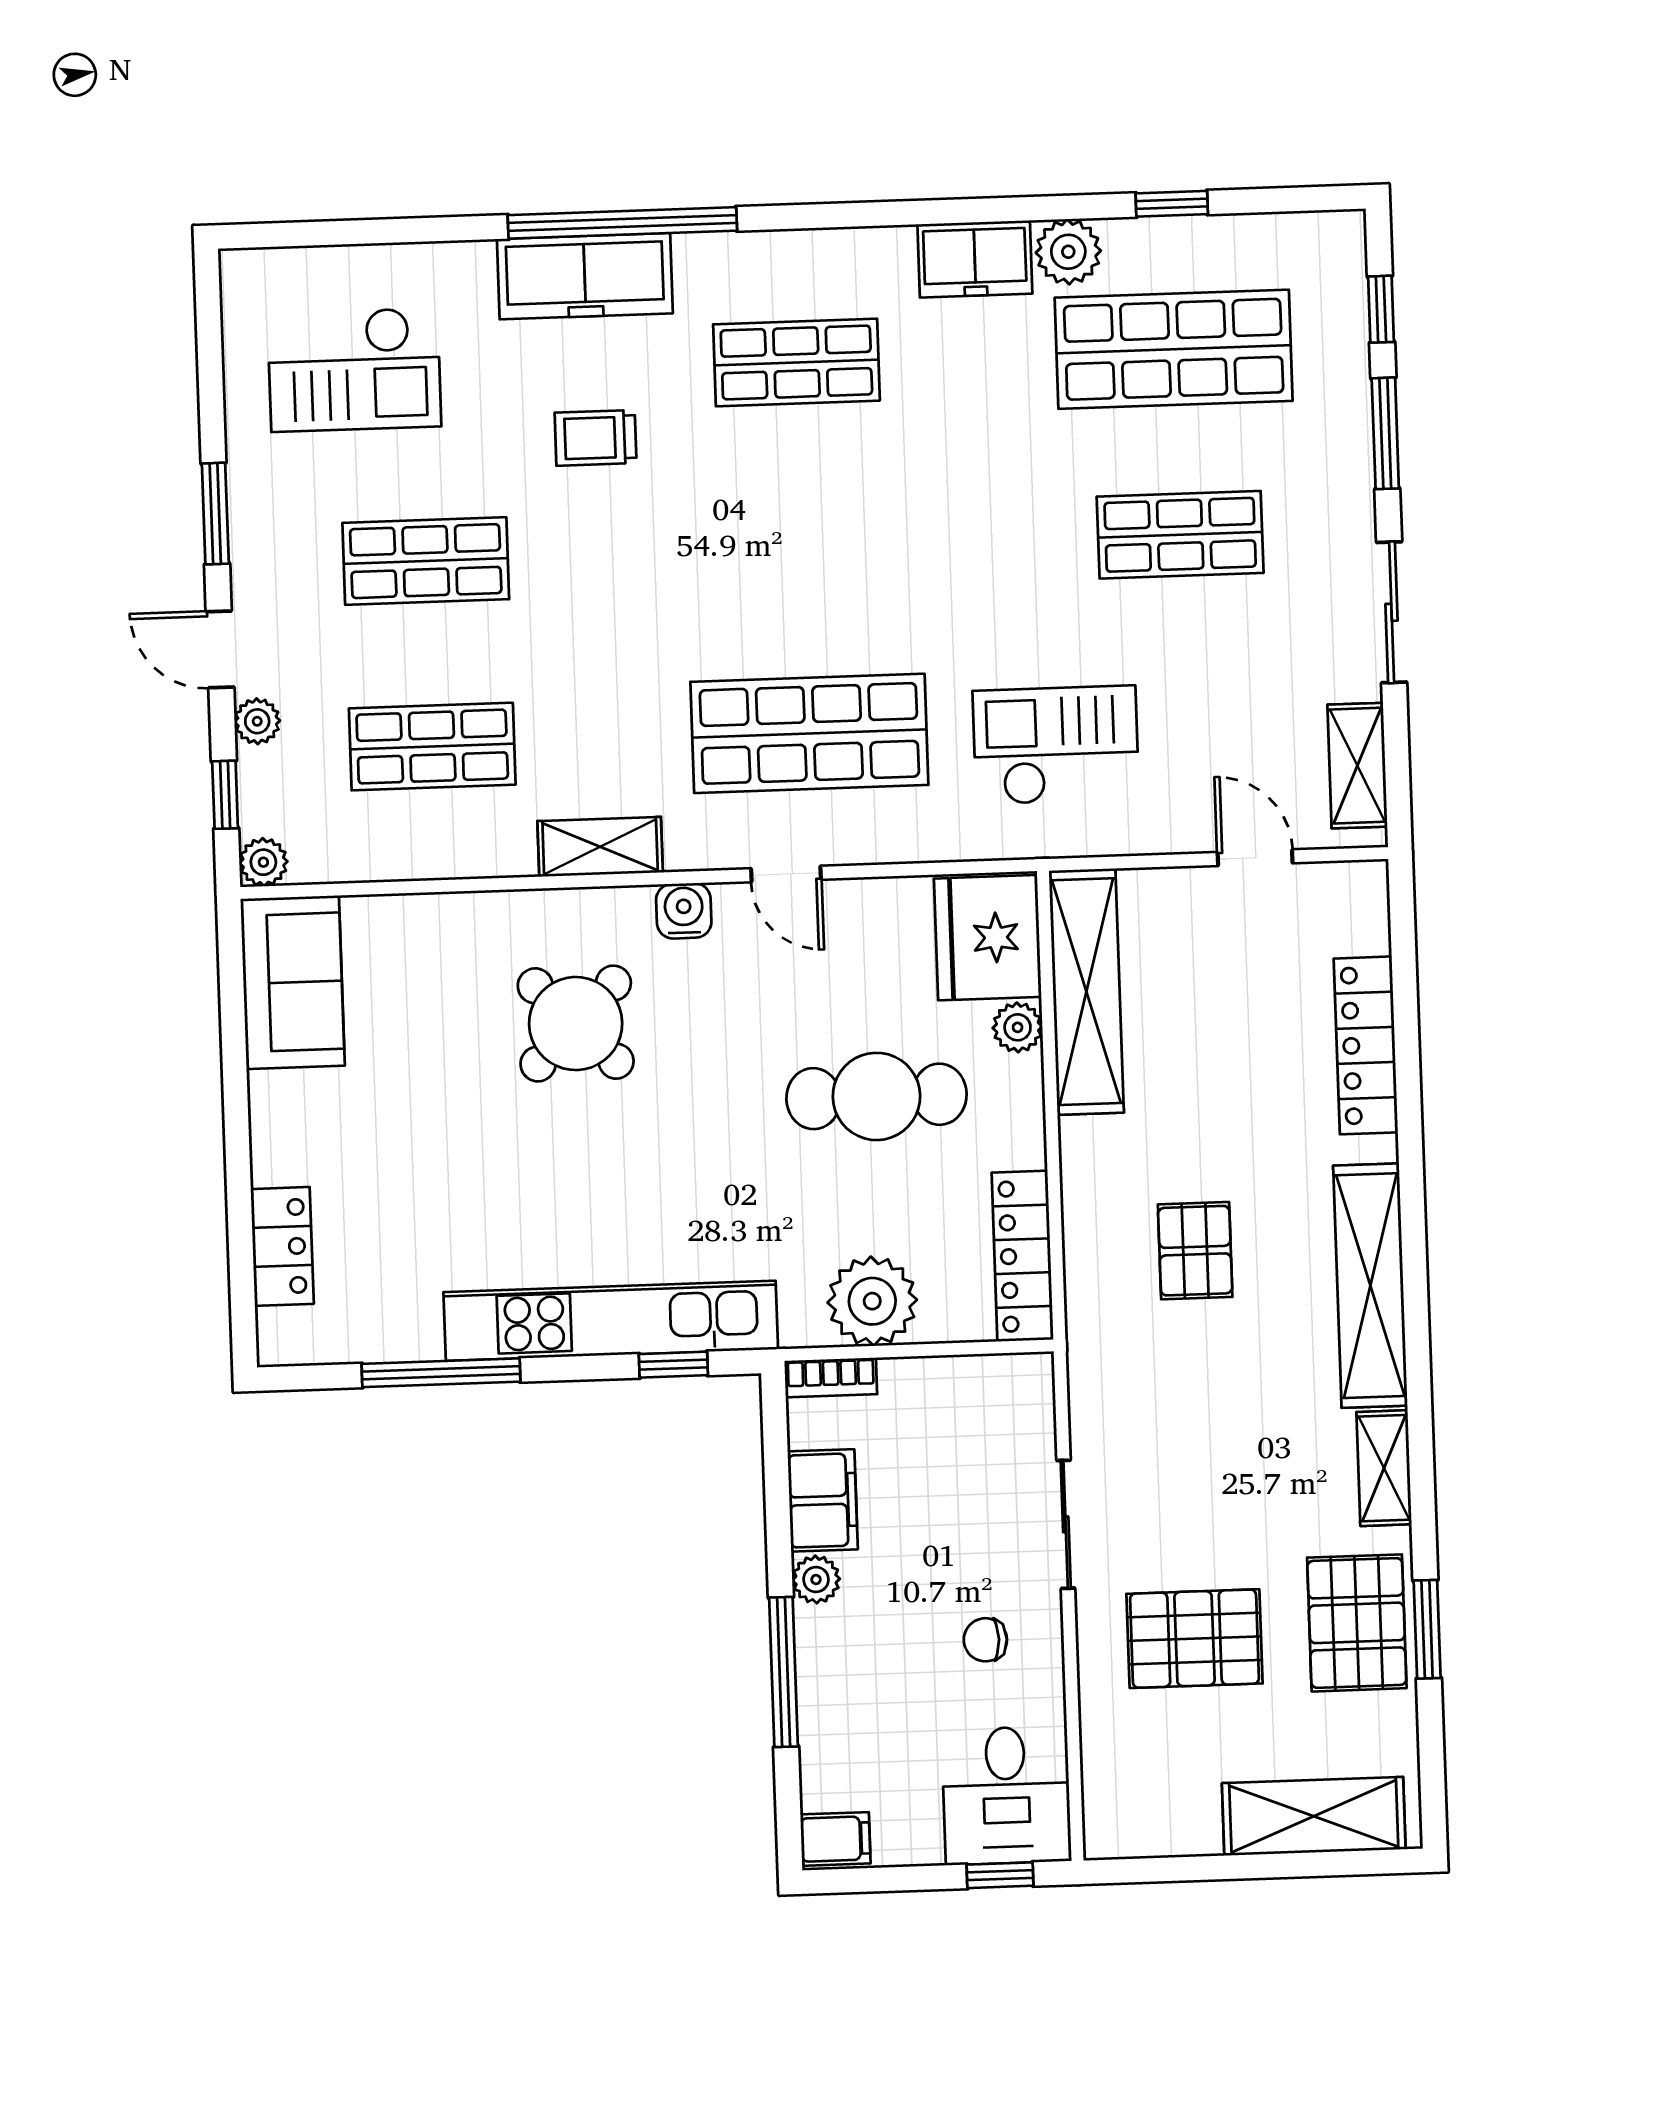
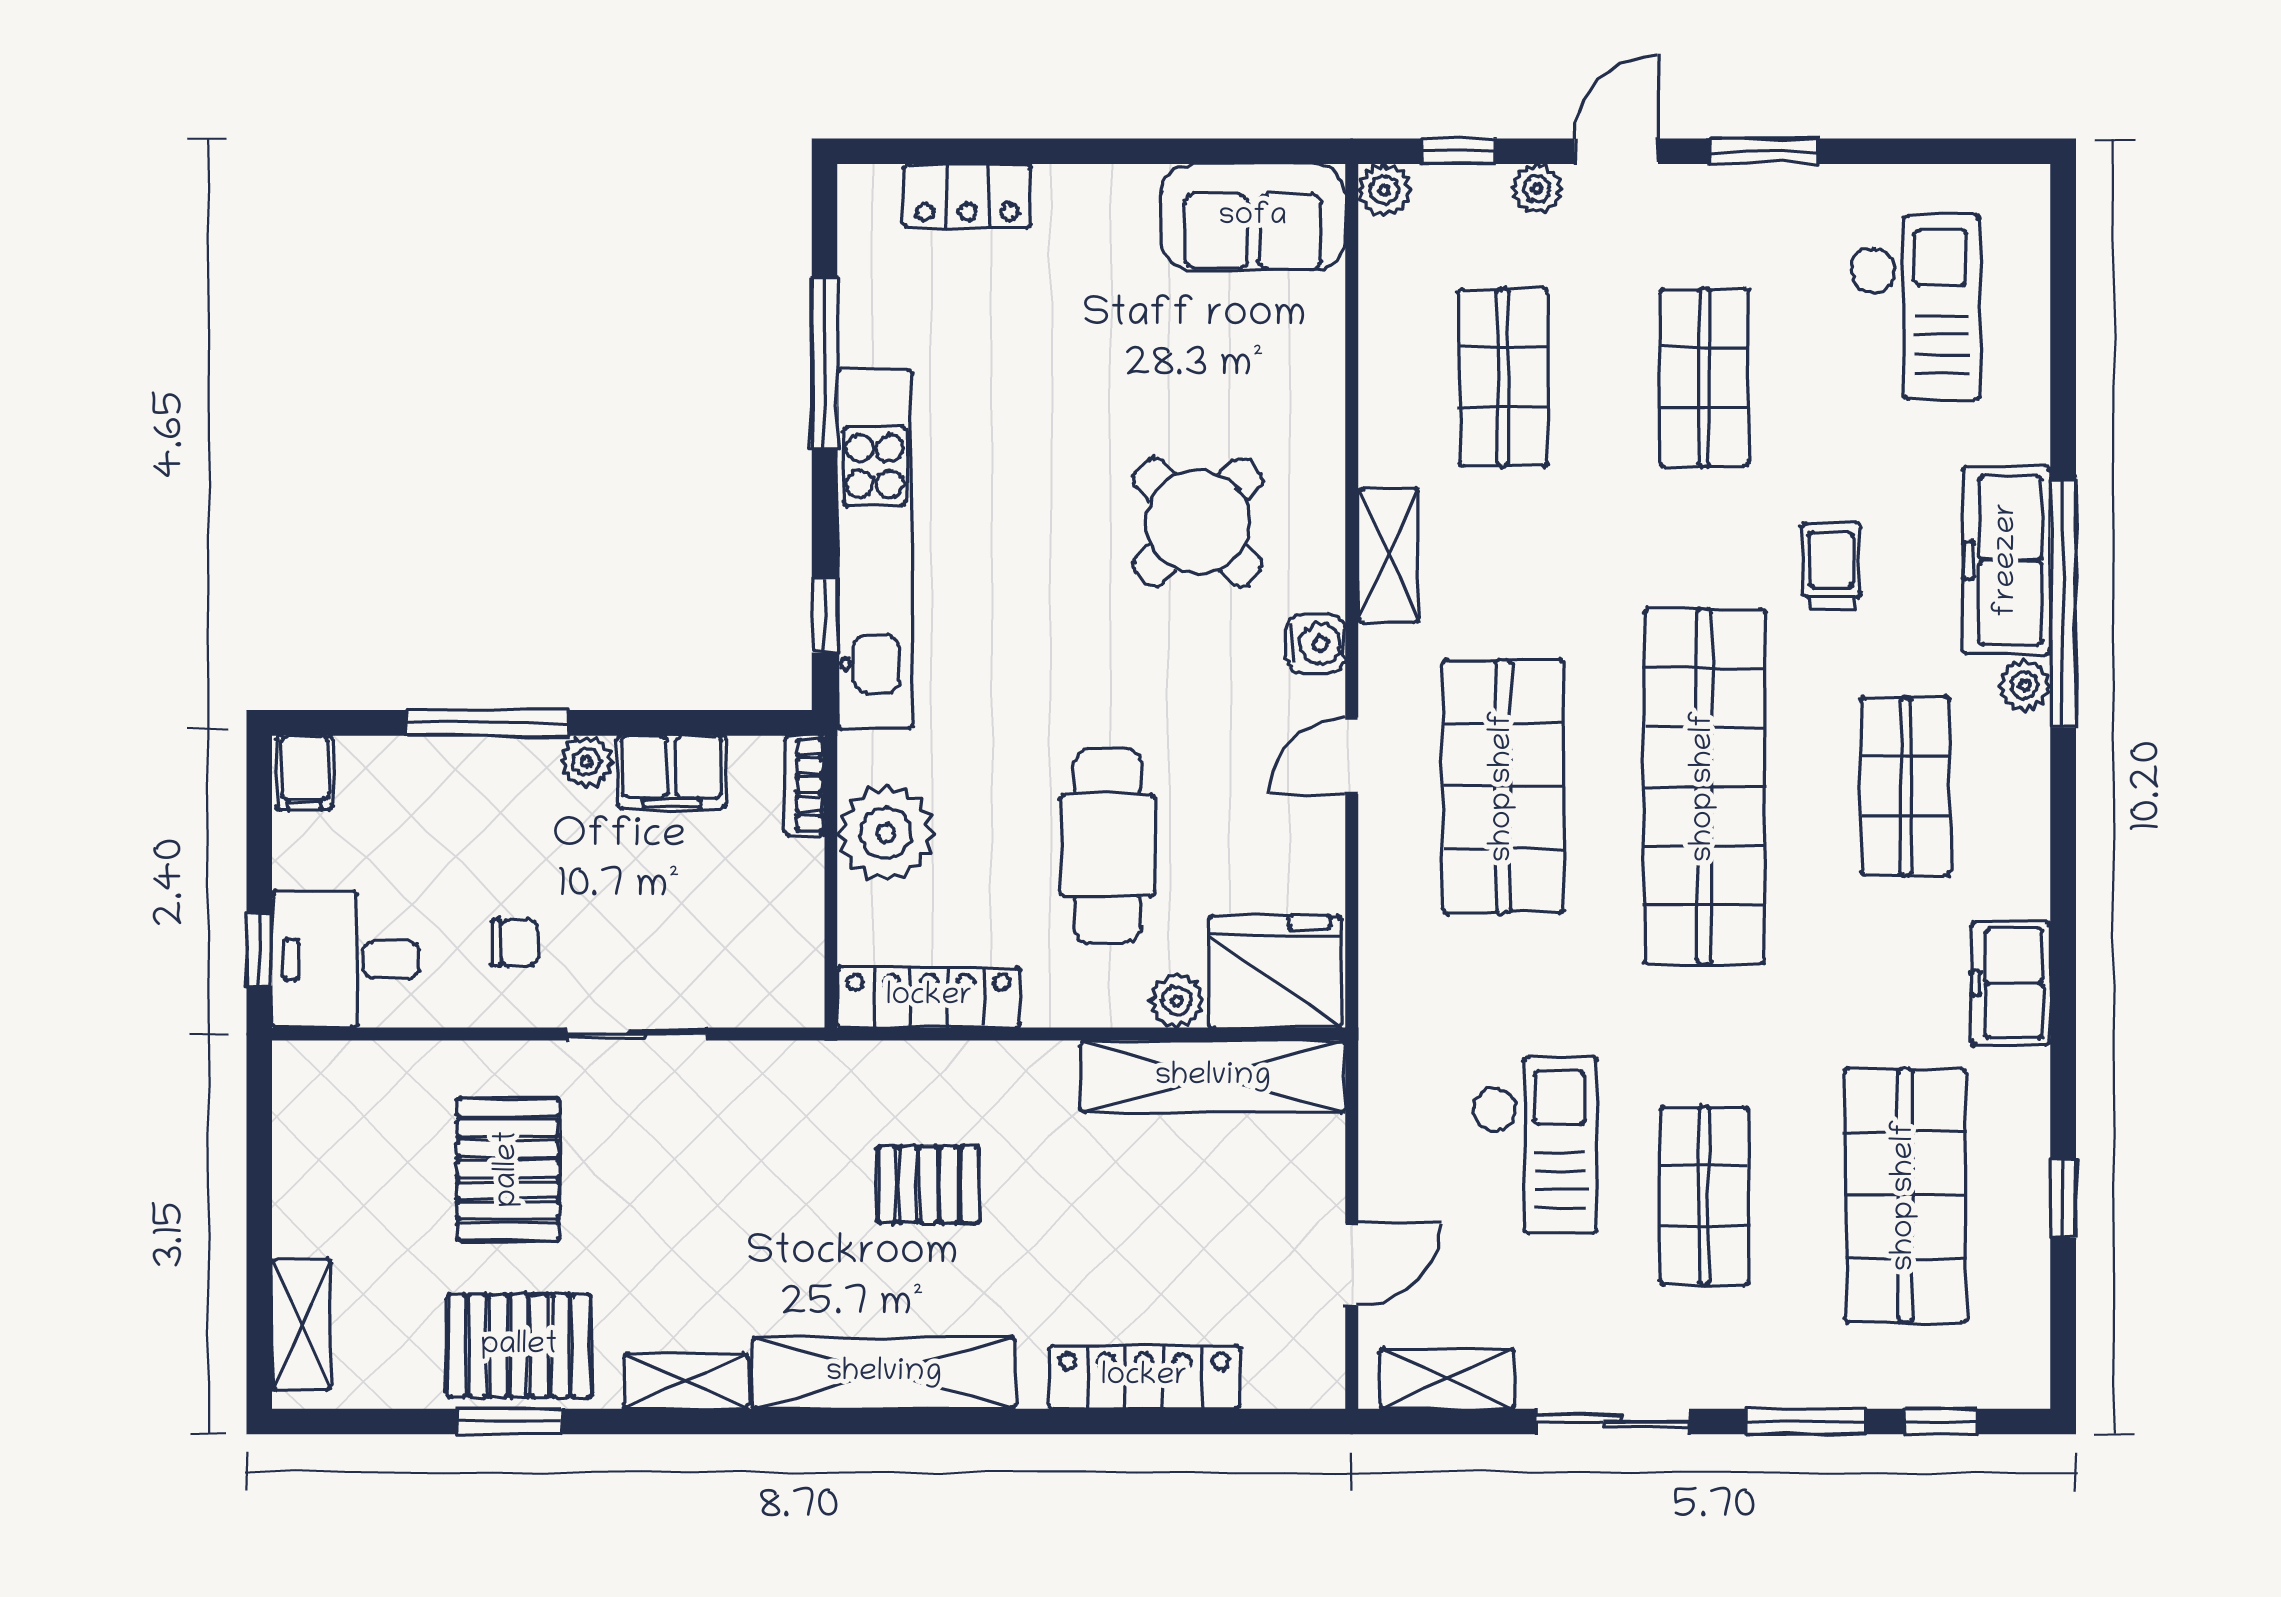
plant: (1068, 252) -> (2025, 685), moved, width x0.73, depth x0.73
checkout: (354, 369) -> (1914, 307), turned 180
shop shelf: (803, 548) -> (1704, 786), added
checkout: (1056, 745) -> (1534, 1145), moved
chair: (985, 1640) -> (515, 943), turned 90
shelving: (1314, 1816) -> (301, 1324), width x0.67, depth x0.75

